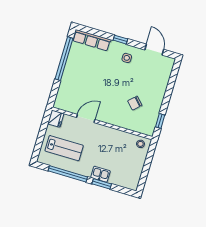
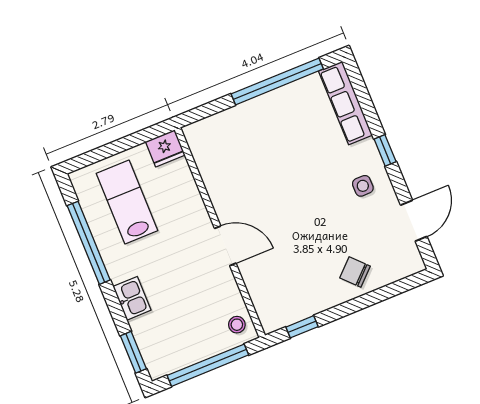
chair: (135, 103) -> (355, 272), moved
door: (86, 118) -> (225, 246), moved
lab bench: (64, 148) -> (127, 202), turned 180
window: (147, 166) -> (208, 365), added
window: (102, 184) -> (133, 352), moved

